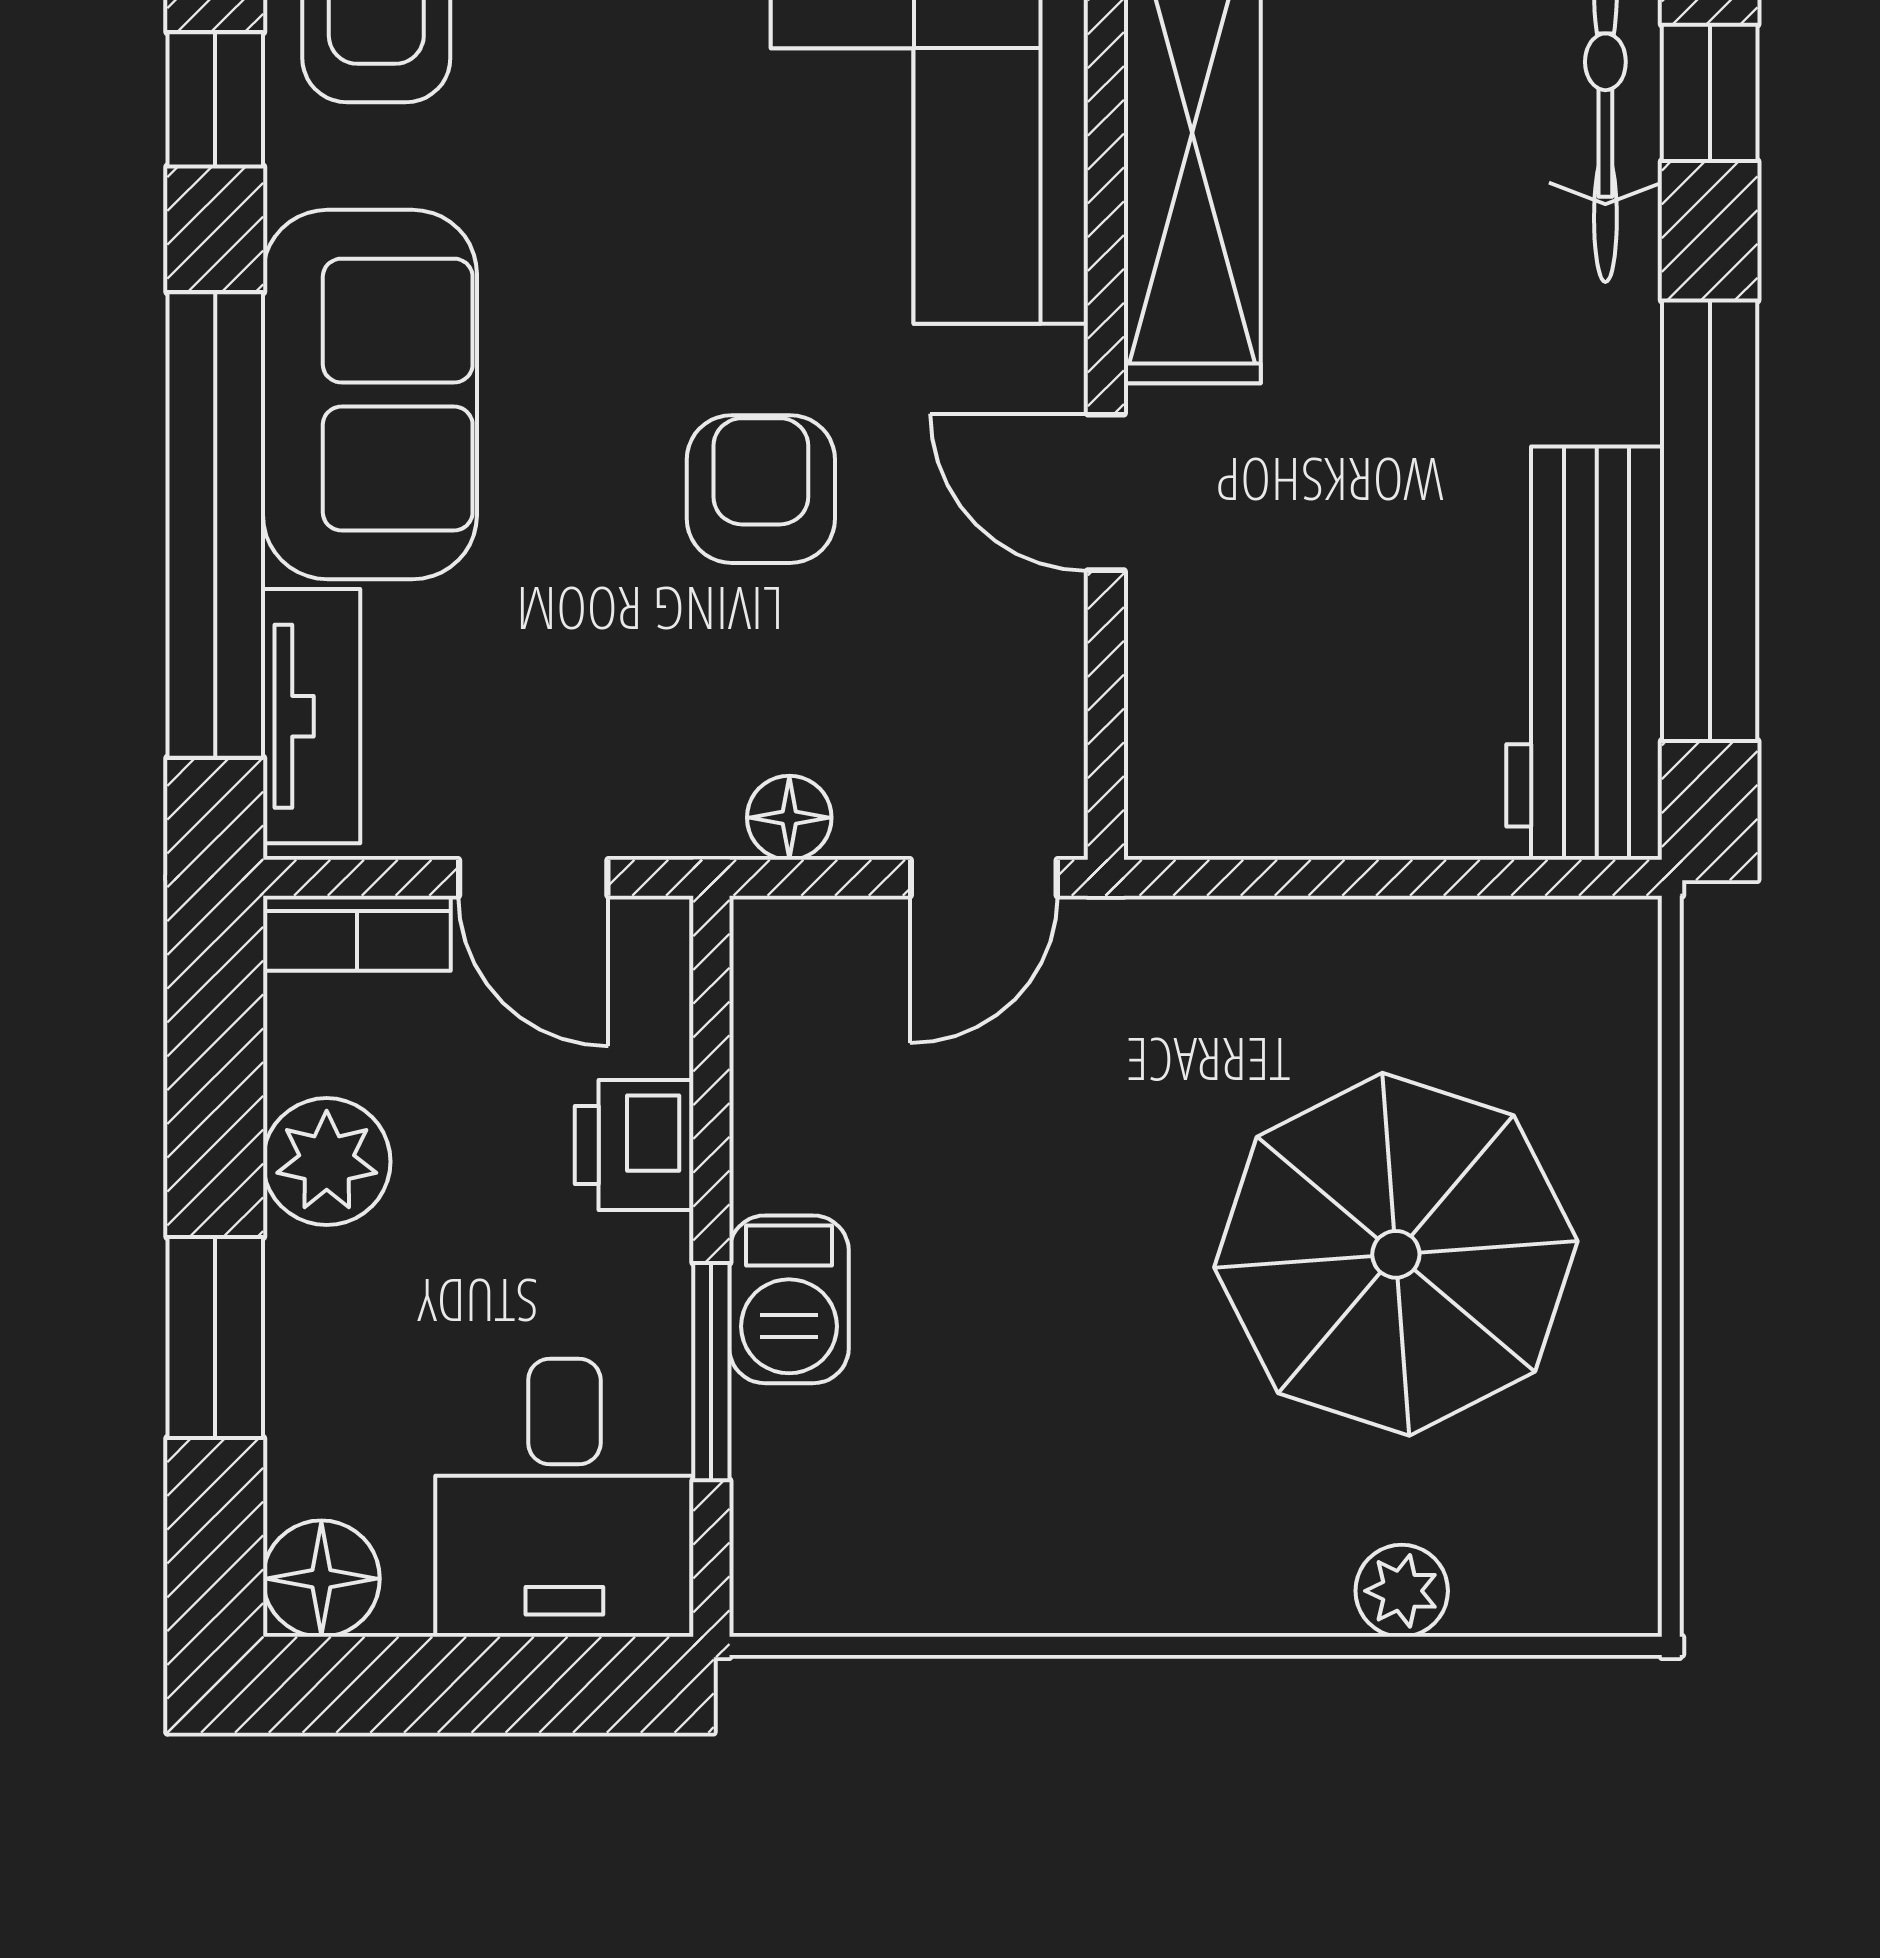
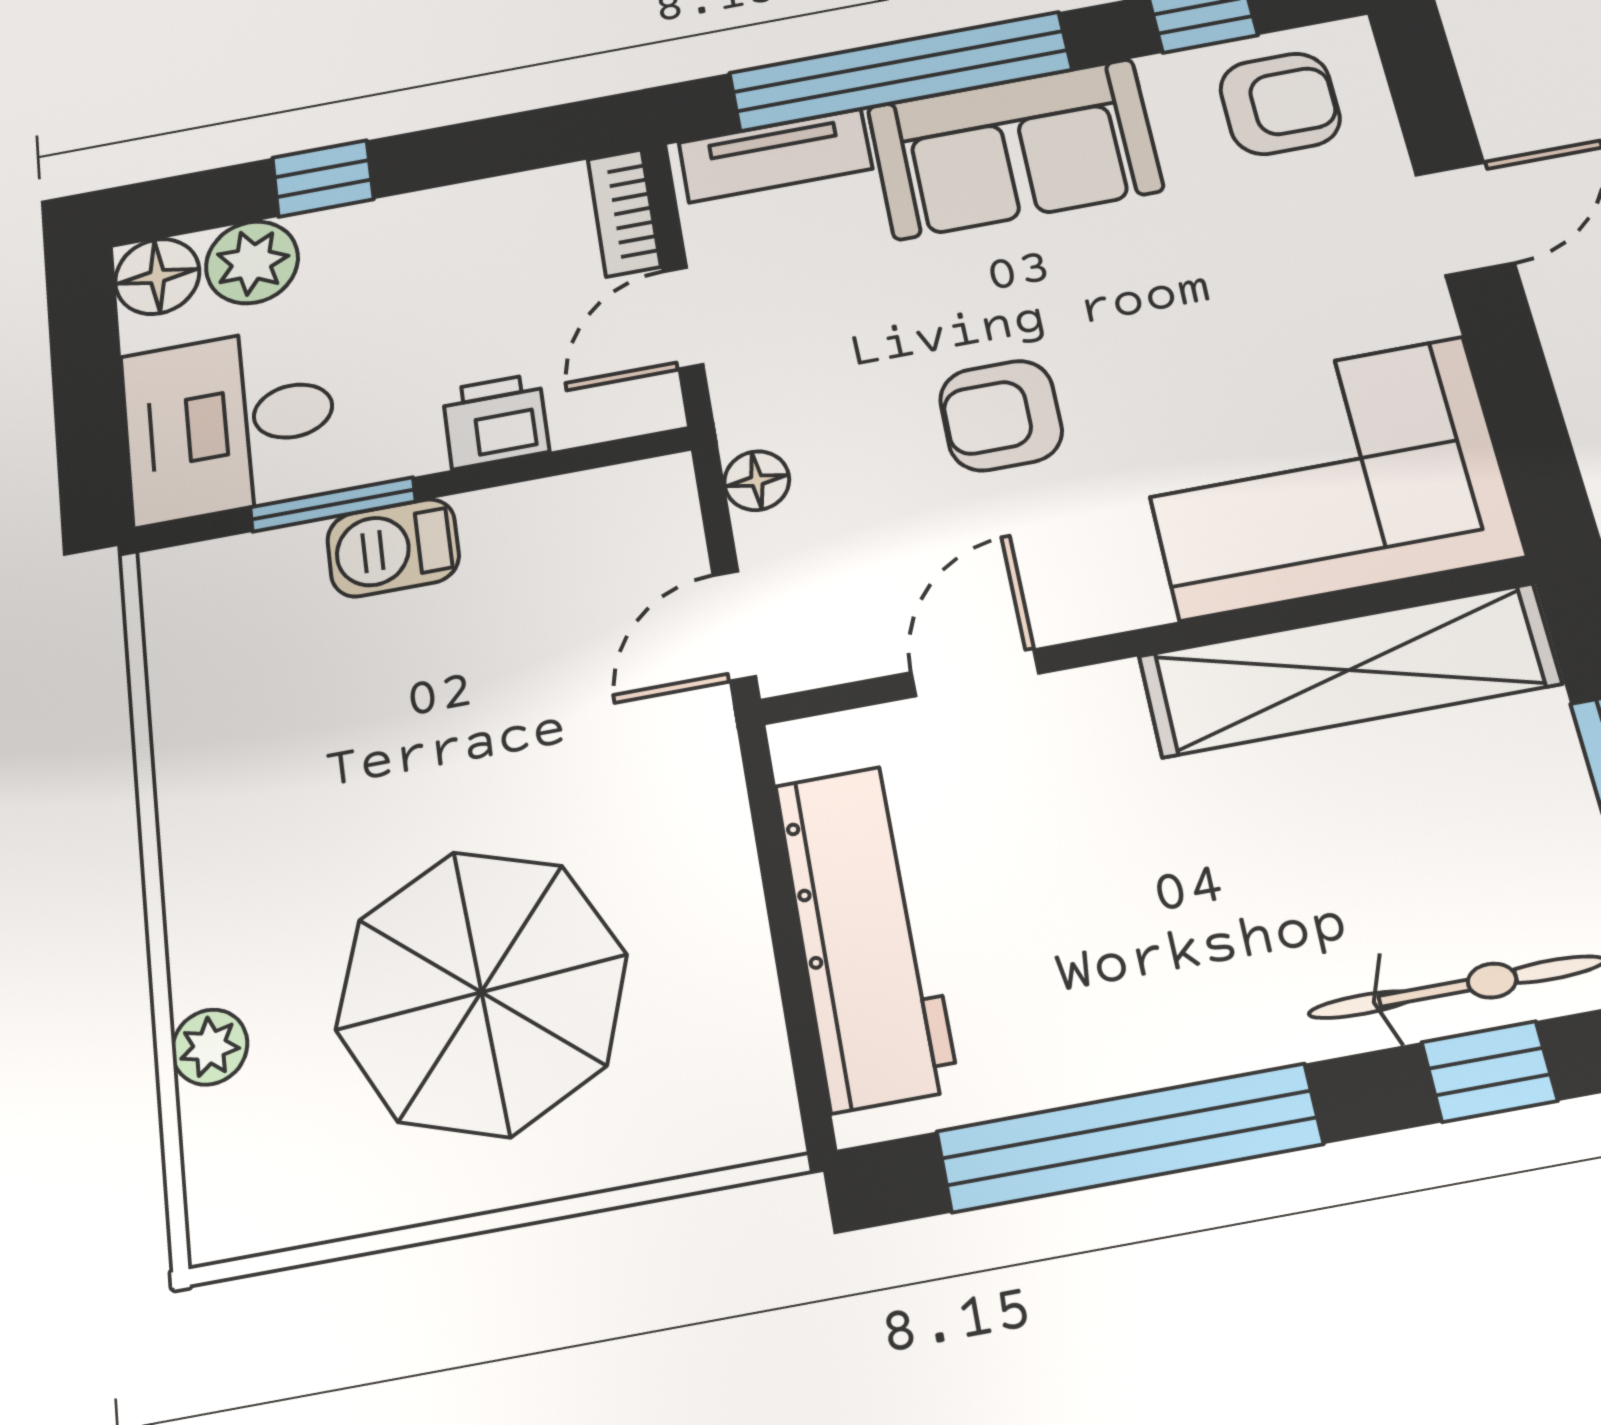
armchair: (761, 489) -> (1001, 415), turned 180
door: (1106, 492) -> (975, 673), moved
workbench: (1584, 653) -> (866, 935), moved, turned 90
door: (984, 878) -> (734, 626), hinge flipped
plant: (327, 1162) -> (252, 262), moved
window: (215, 1338) -> (323, 178), width x0.67

